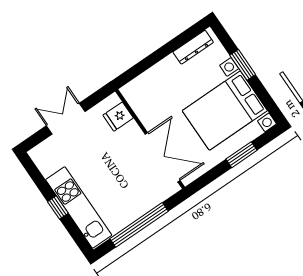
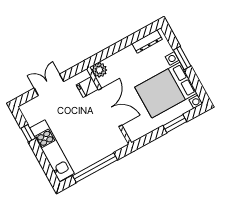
plant: (132, 92) -> (99, 70), added
double door: (163, 157) -> (110, 107), moved
window: (58, 207) -> (28, 133), moved

